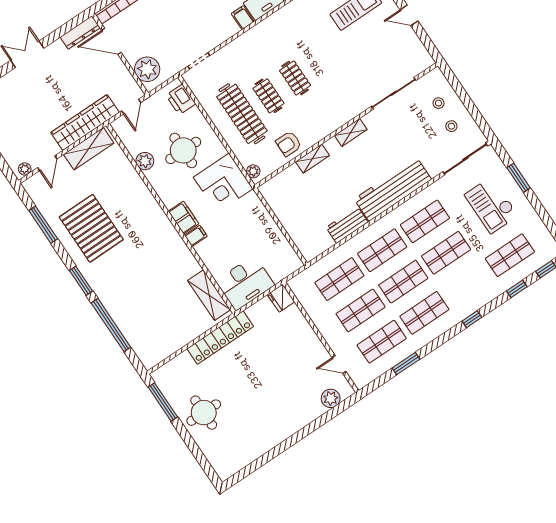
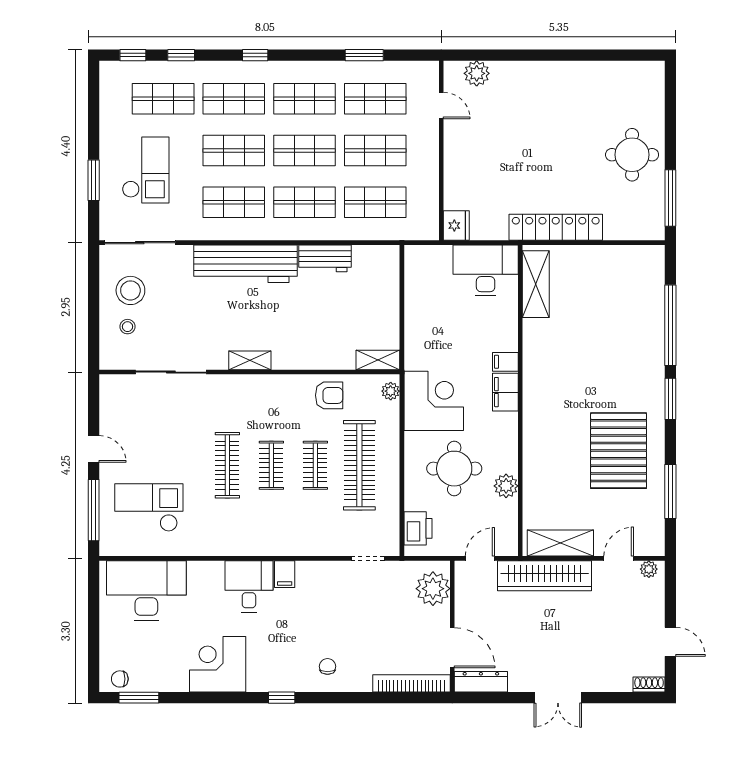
clothes rail: (322, 60) -> (227, 465), added
stool: (451, 126) -> (130, 290), width x1.89, depth x1.89
shelving: (313, 159) -> (378, 360), moved
shop shelf: (467, 284) -> (234, 99), added

